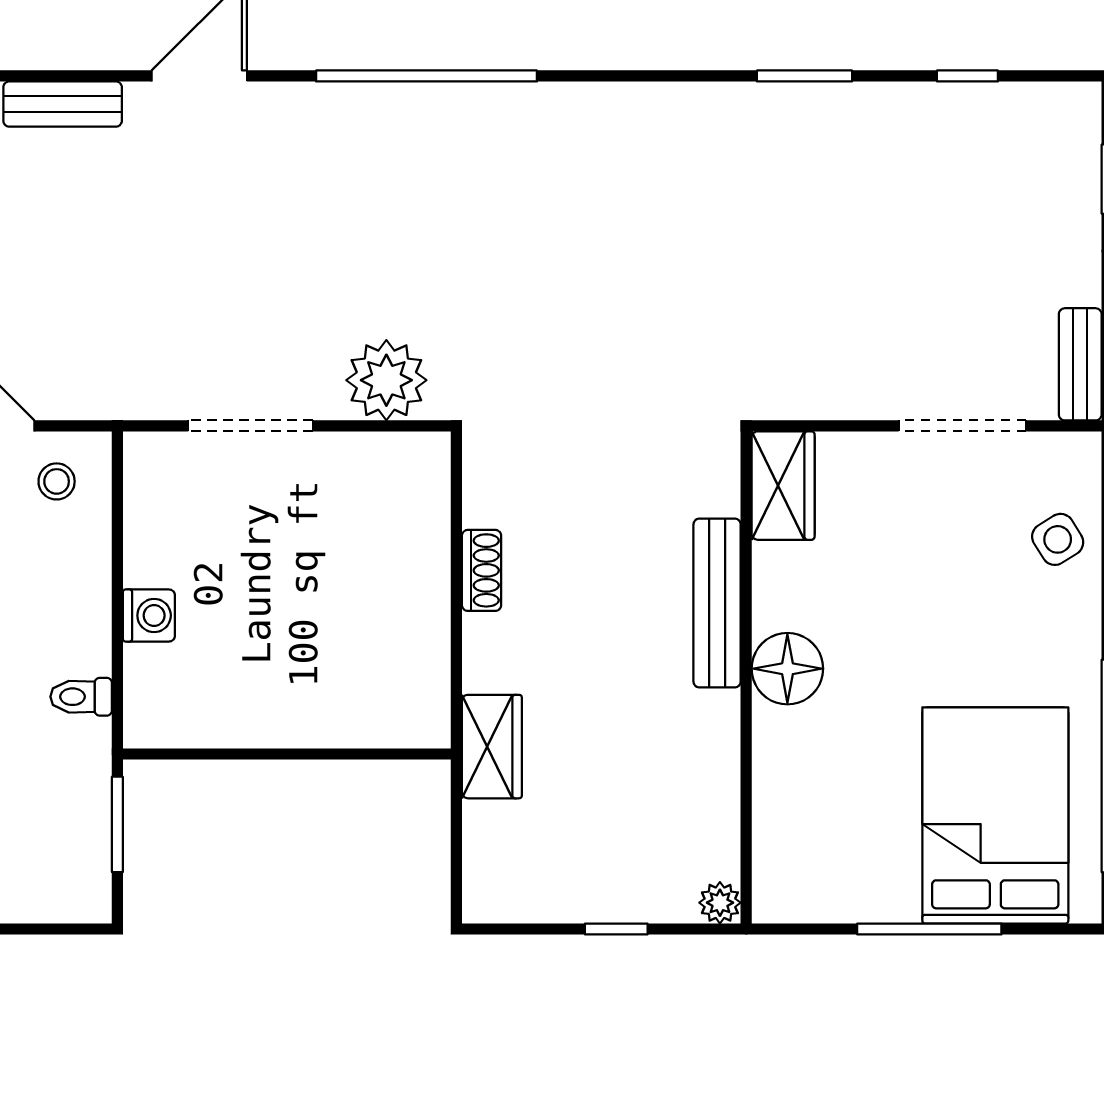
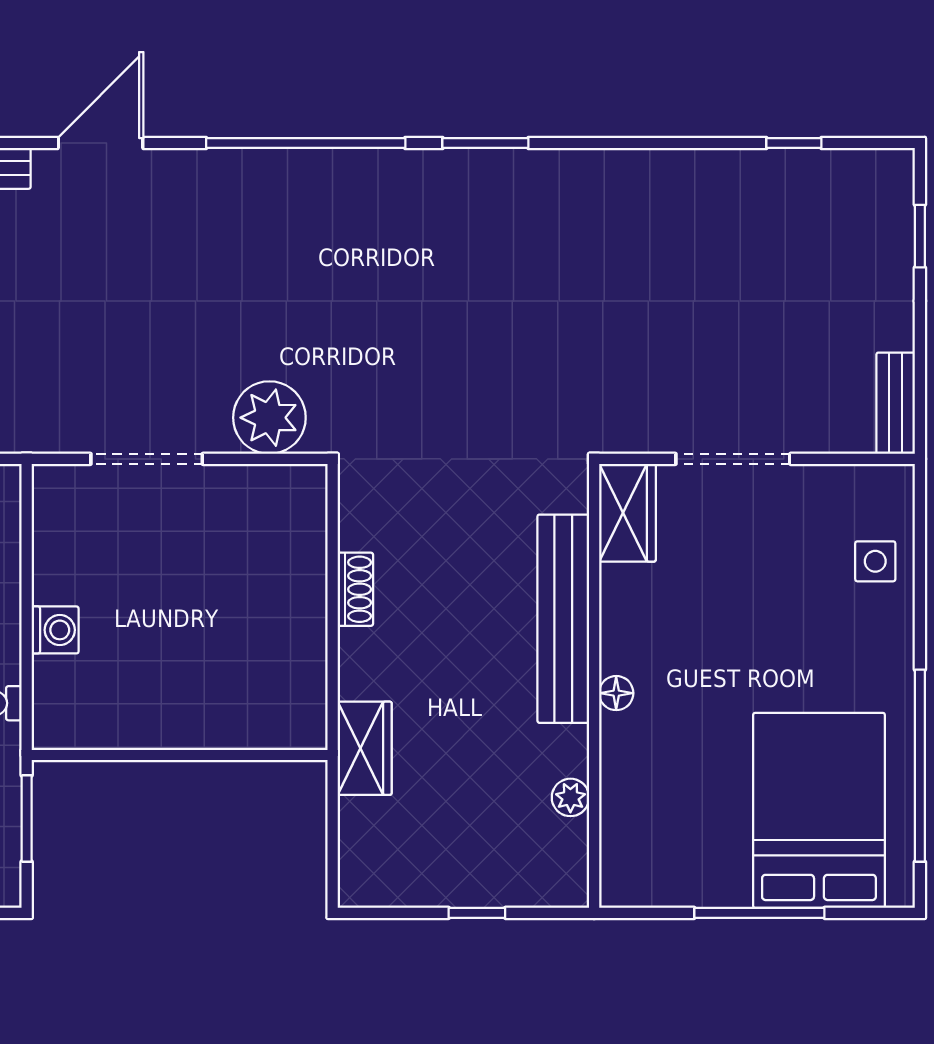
window: (805, 76) -> (485, 143), moved
doorway: (962, 426) -> (733, 459), moved
side table: (1058, 539) -> (875, 561), turned 32
bench: (717, 603) -> (563, 619), width x1.37, depth x1.21
floor lamp: (787, 669) -> (616, 693), width x0.53, depth x0.53
plant: (720, 903) -> (570, 797), moved

